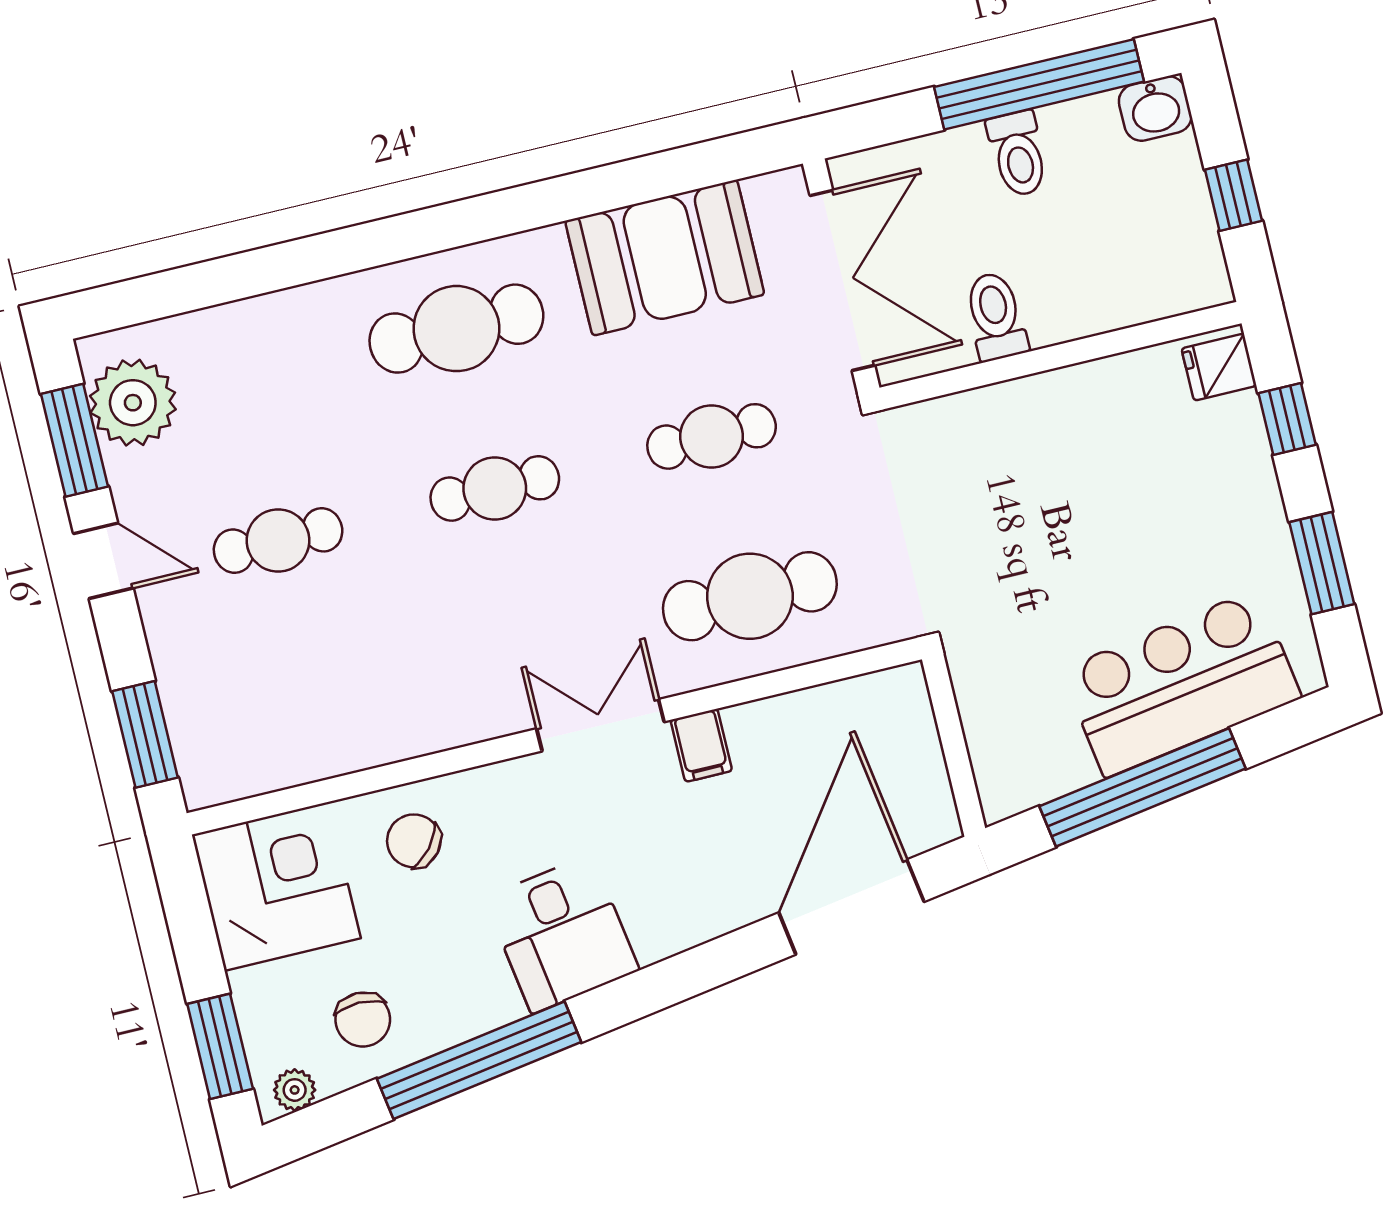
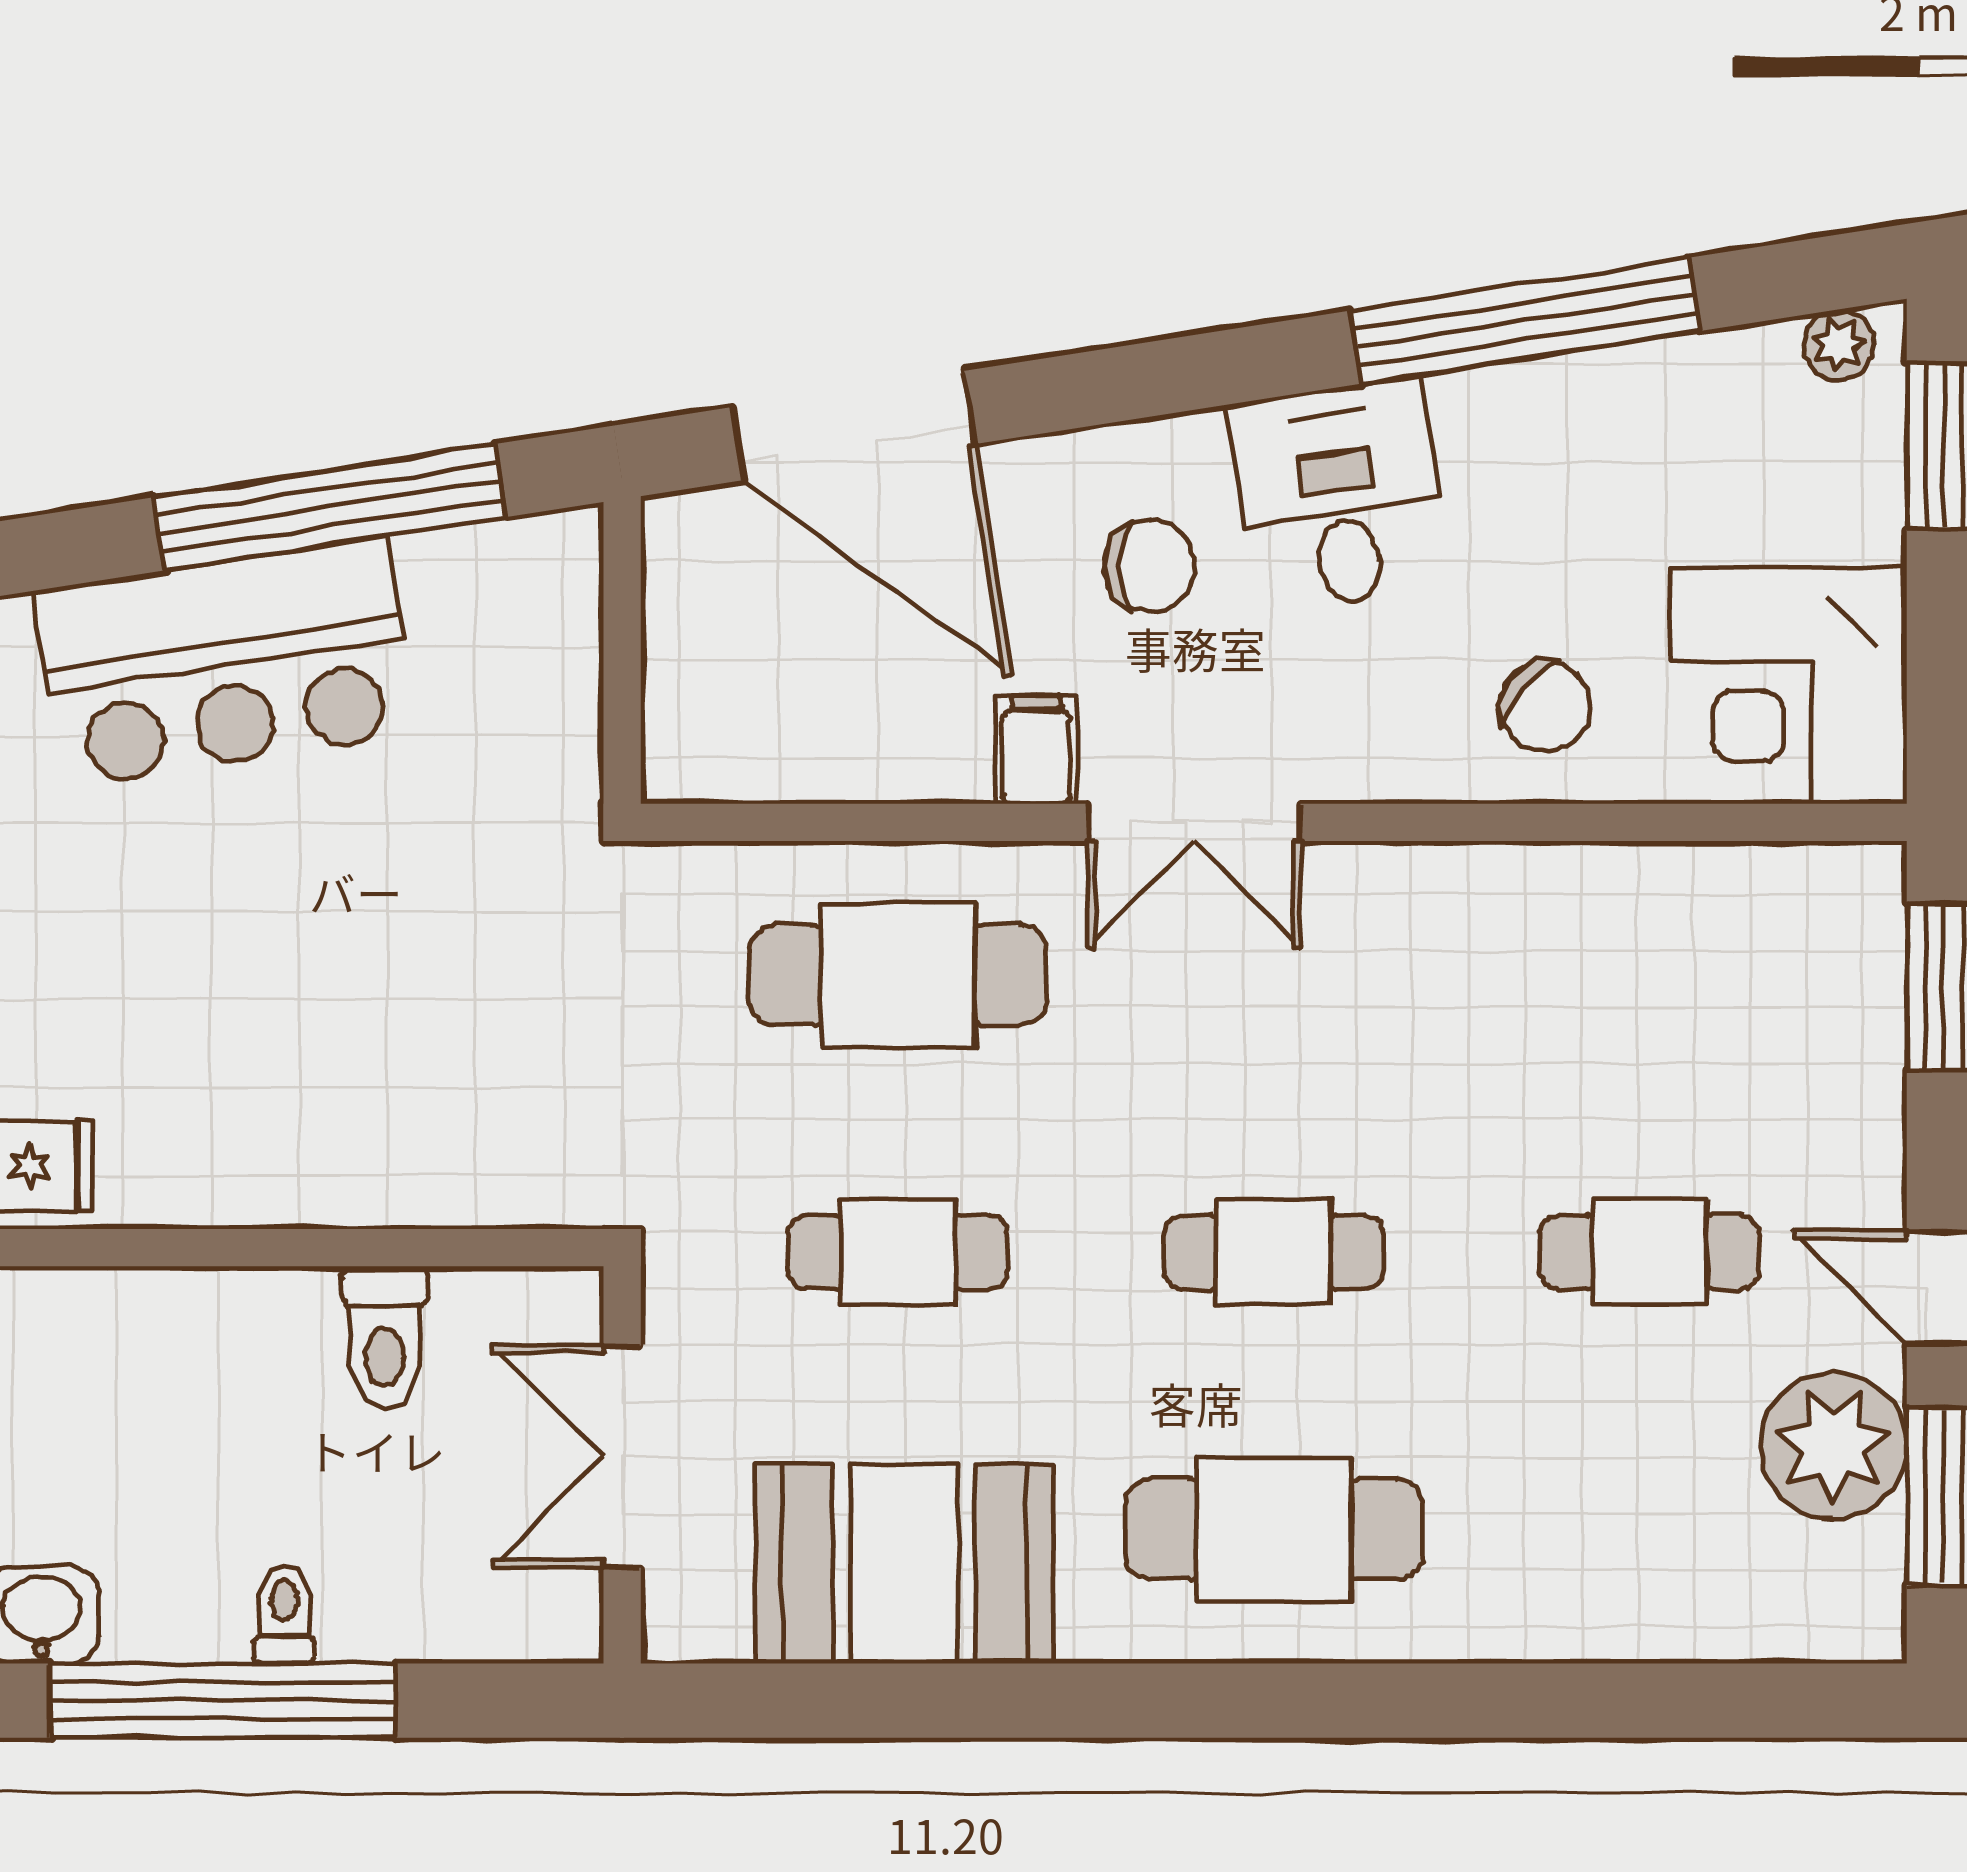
toilet: (1018, 154) -> (284, 1614), width x0.73, depth x0.72
double door: (842, 280) -> (622, 1457), width x0.73
plant: (133, 403) -> (1833, 1446), moved
door: (851, 907) -> (854, 425), hinge flipped
chair: (363, 1020) -> (1149, 566), moved, turned 90

